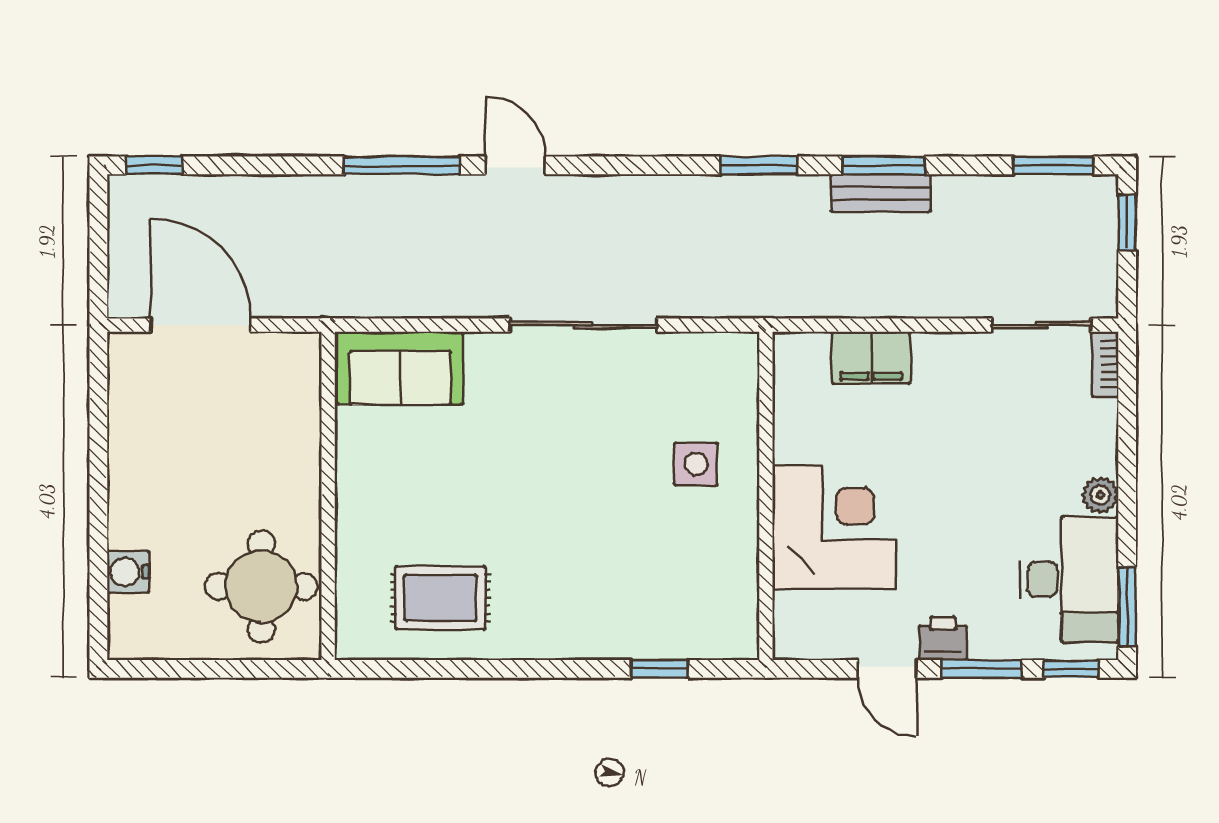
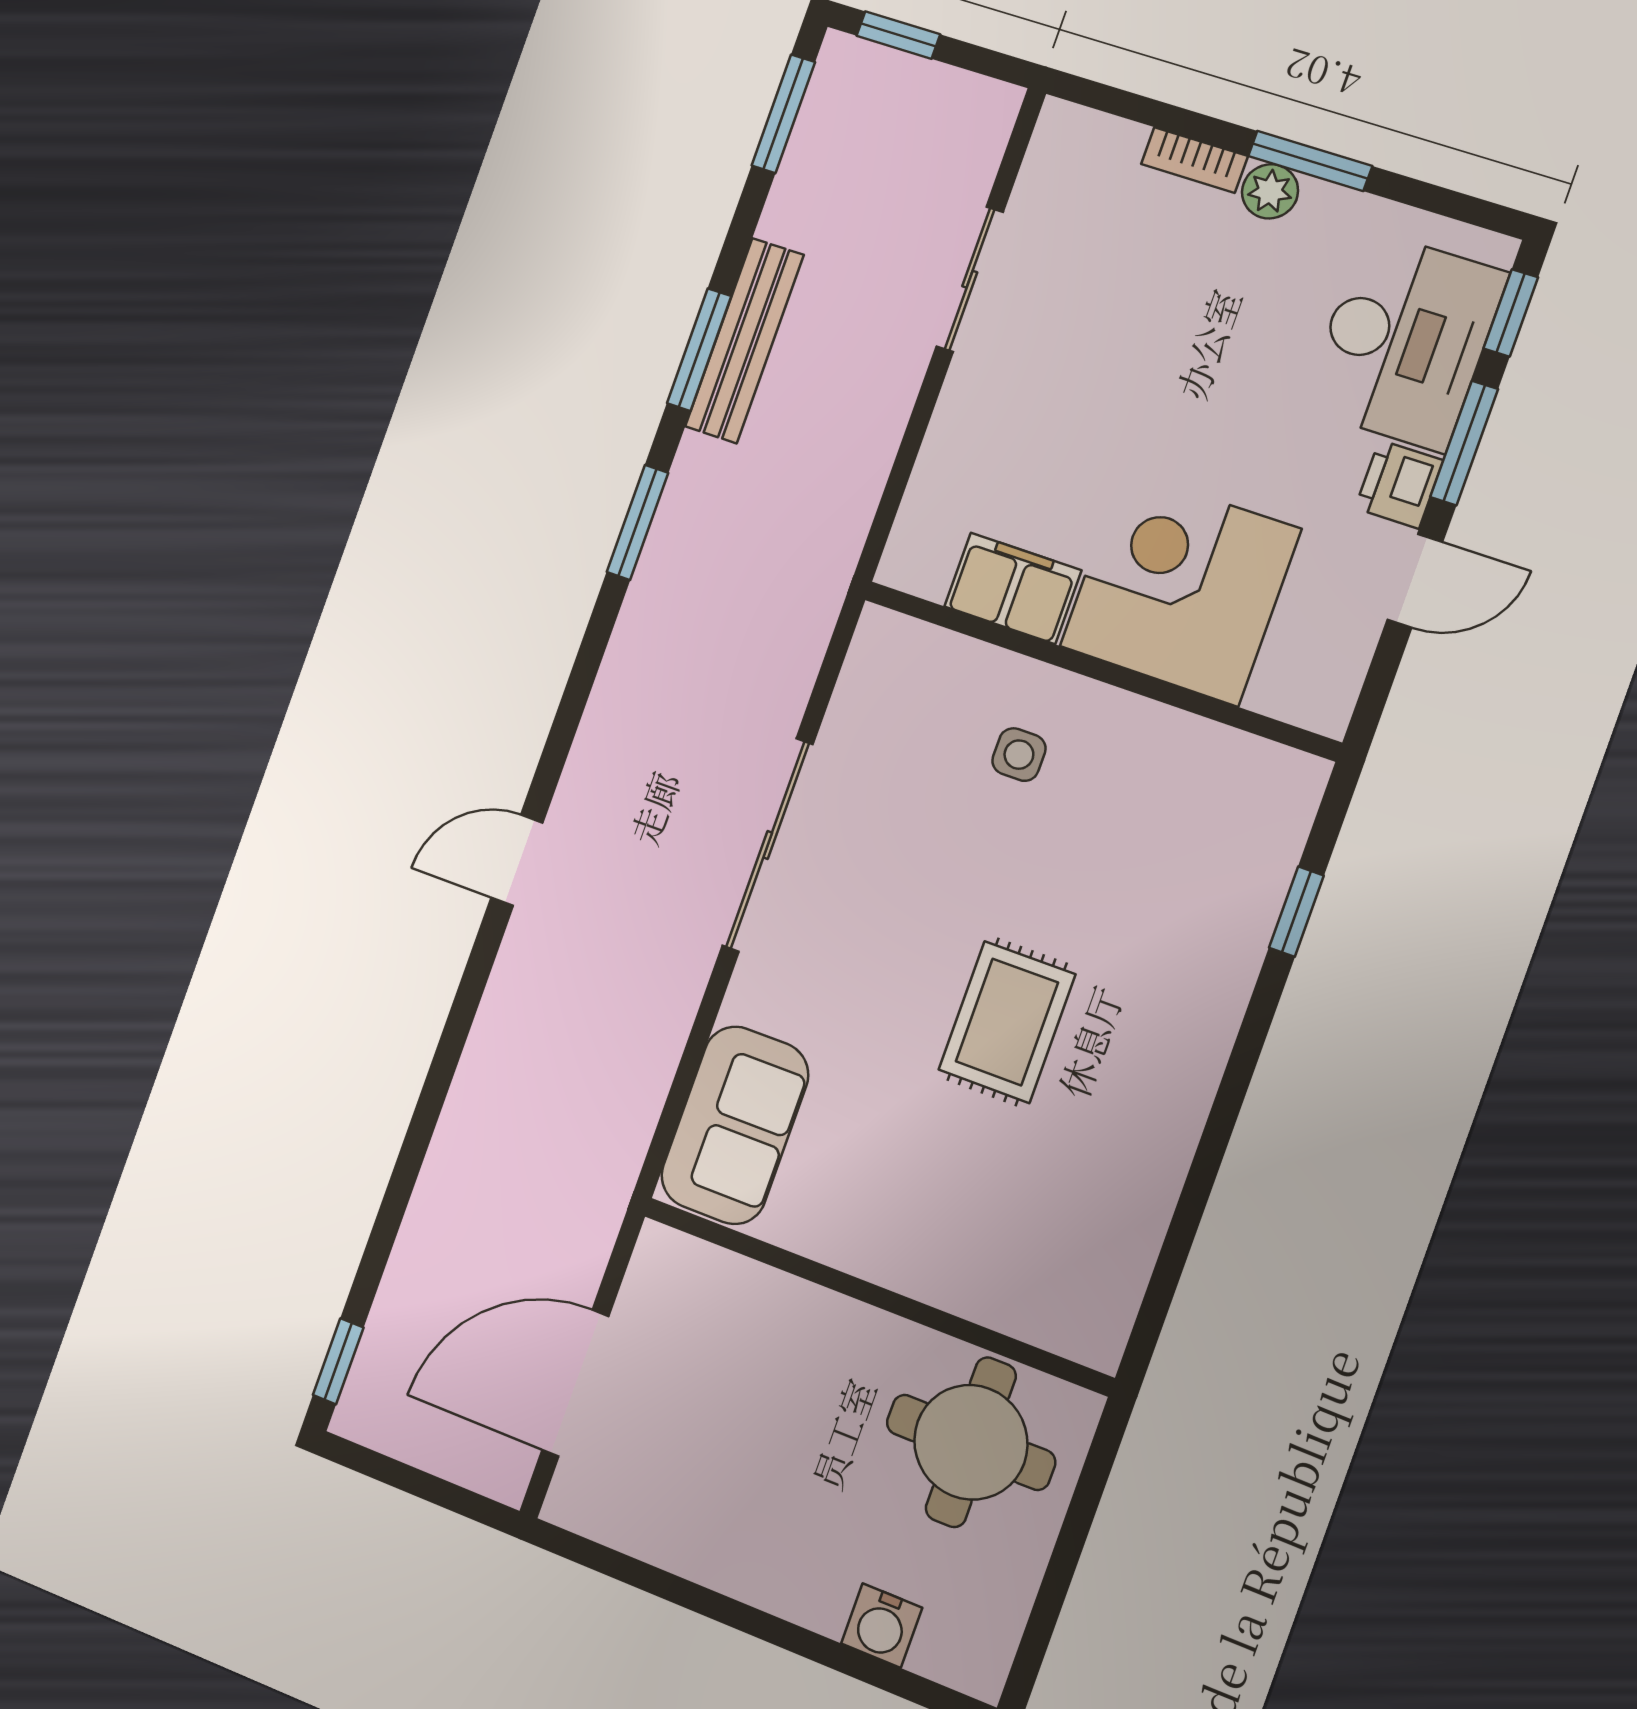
window: (402, 165) -> (461, 1018), removed
bench: (881, 193) -> (744, 341), width x1.36
sliding door: (1041, 325) -> (970, 279), moved
filing cabinet: (871, 358) -> (1013, 588), moved, turned -90
bookcase: (1105, 364) -> (1194, 160), moved
side table: (696, 464) -> (1019, 755), width x0.73, depth x0.73
desk: (1069, 579) -> (1405, 341), moved, turned 90
rug: (440, 598) -> (1007, 1022), moved
window: (1127, 607) -> (1310, 161), moved

